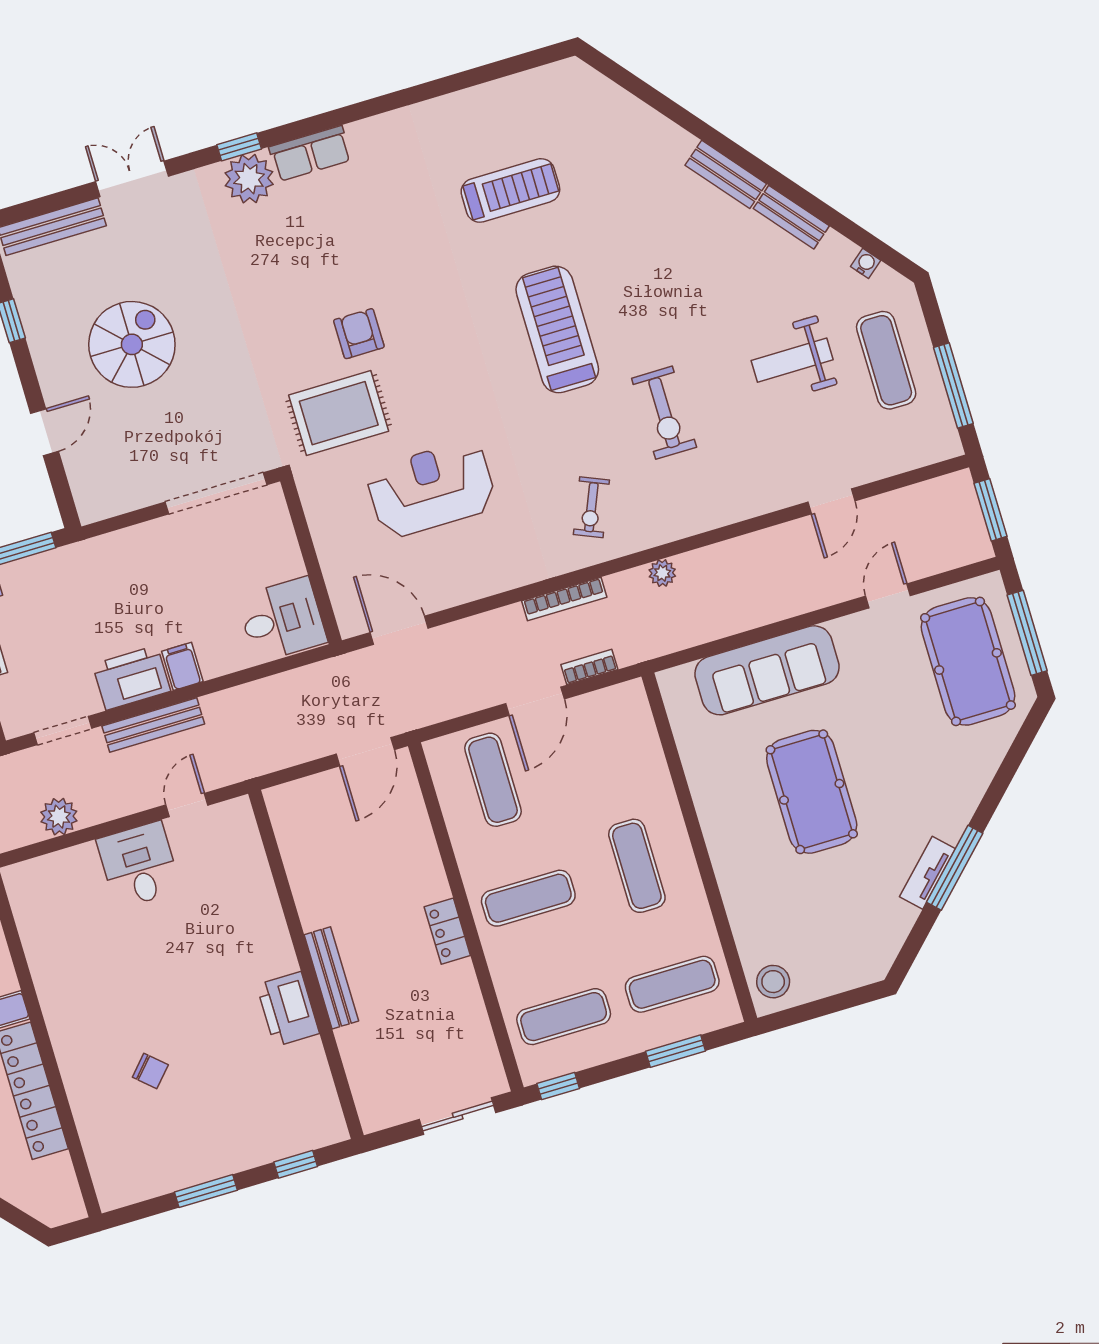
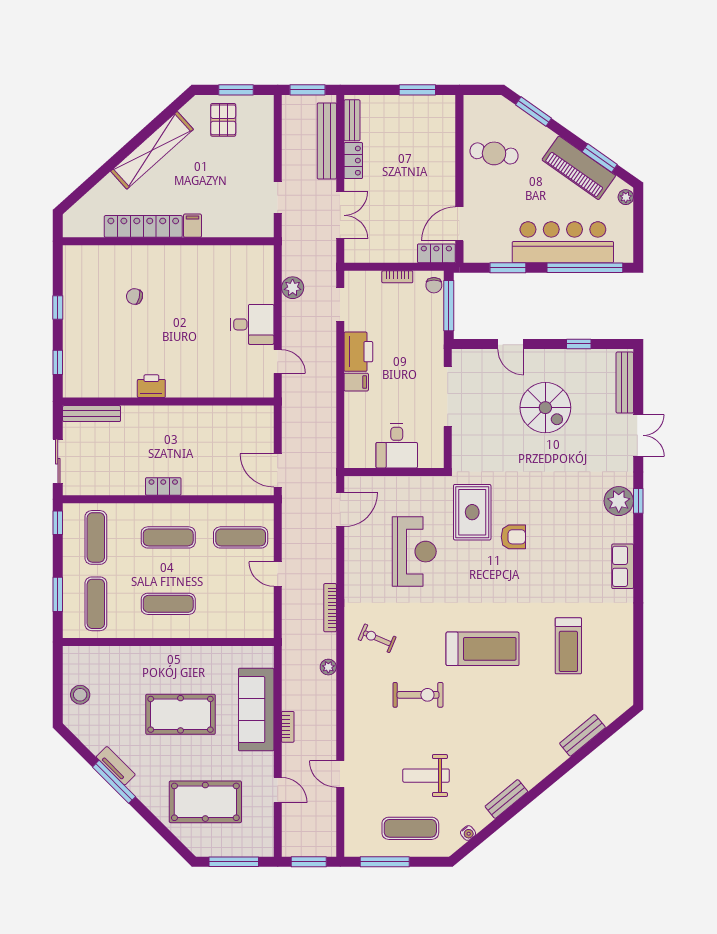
row of seats: (310, 154) -> (623, 566), moved
bench: (726, 174) -> (582, 735), moved
weight bench: (792, 360) -> (426, 776), turned -90
exercise bike: (664, 413) -> (418, 695), turned 180
doorway: (216, 493) -> (448, 396), moved
desk: (282, 620) -> (397, 446), moved
pool table: (968, 661) -> (205, 802), moved
bookcase: (589, 667) -> (288, 727), moved
door: (535, 701) -> (278, 574), width x0.73
bench: (153, 725) -> (328, 356), removed
exercise mat: (528, 898) -> (168, 537), turned 90
bench: (331, 978) -> (92, 414), moved
stool: (773, 982) -> (80, 695), moved
printer: (288, 1009) -> (151, 386), width x0.73, depth x0.84
chair: (150, 1071) -> (134, 296), turned 63
window: (206, 1191) -> (58, 307), width x0.67

